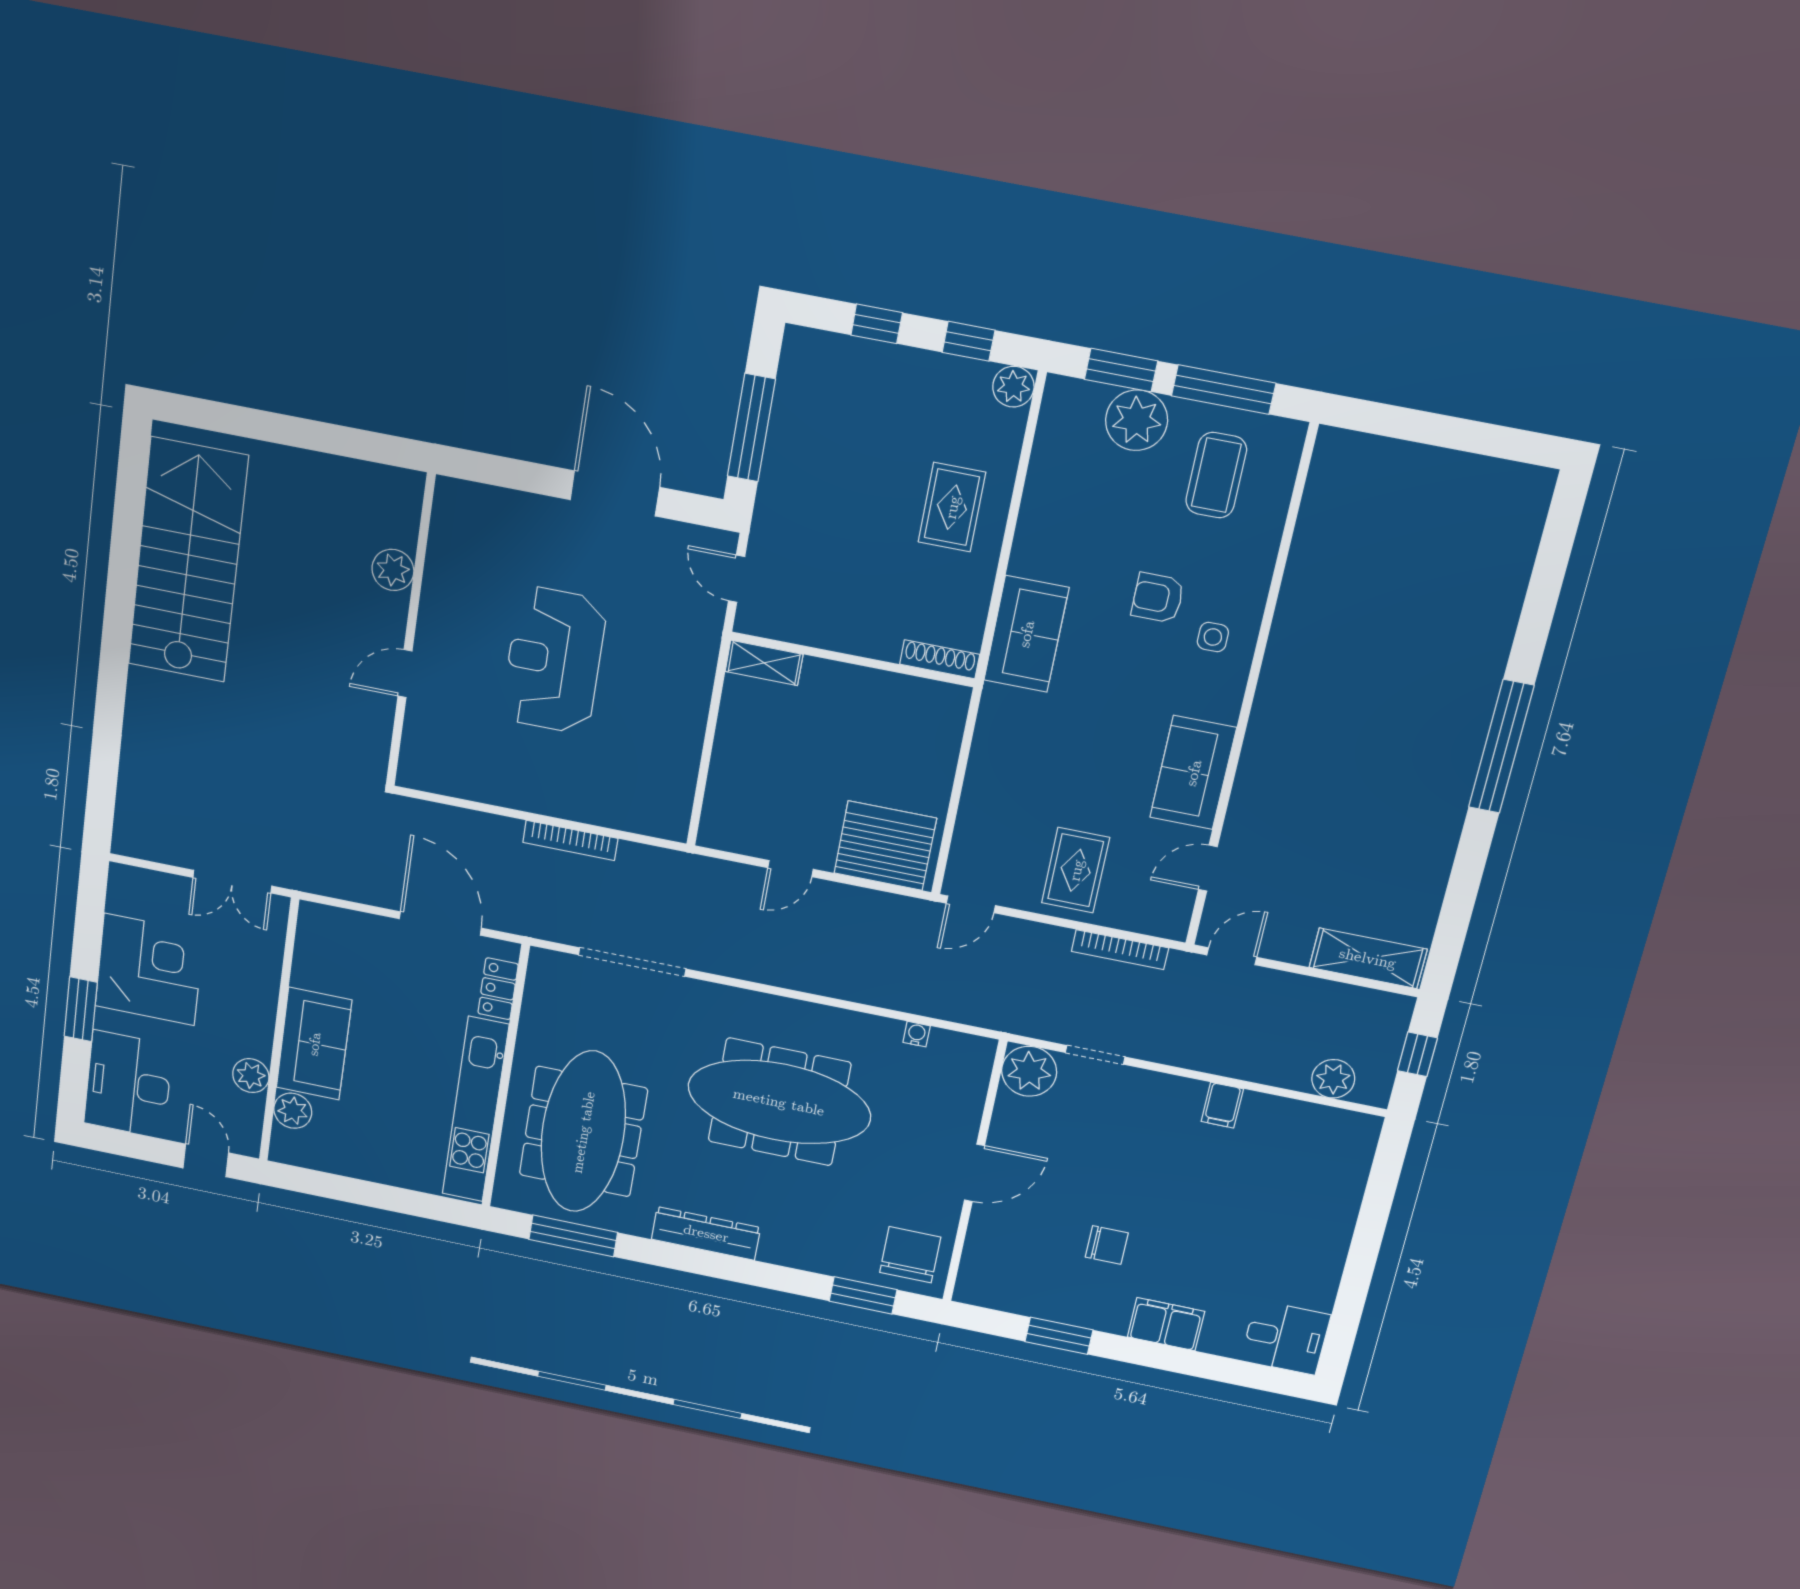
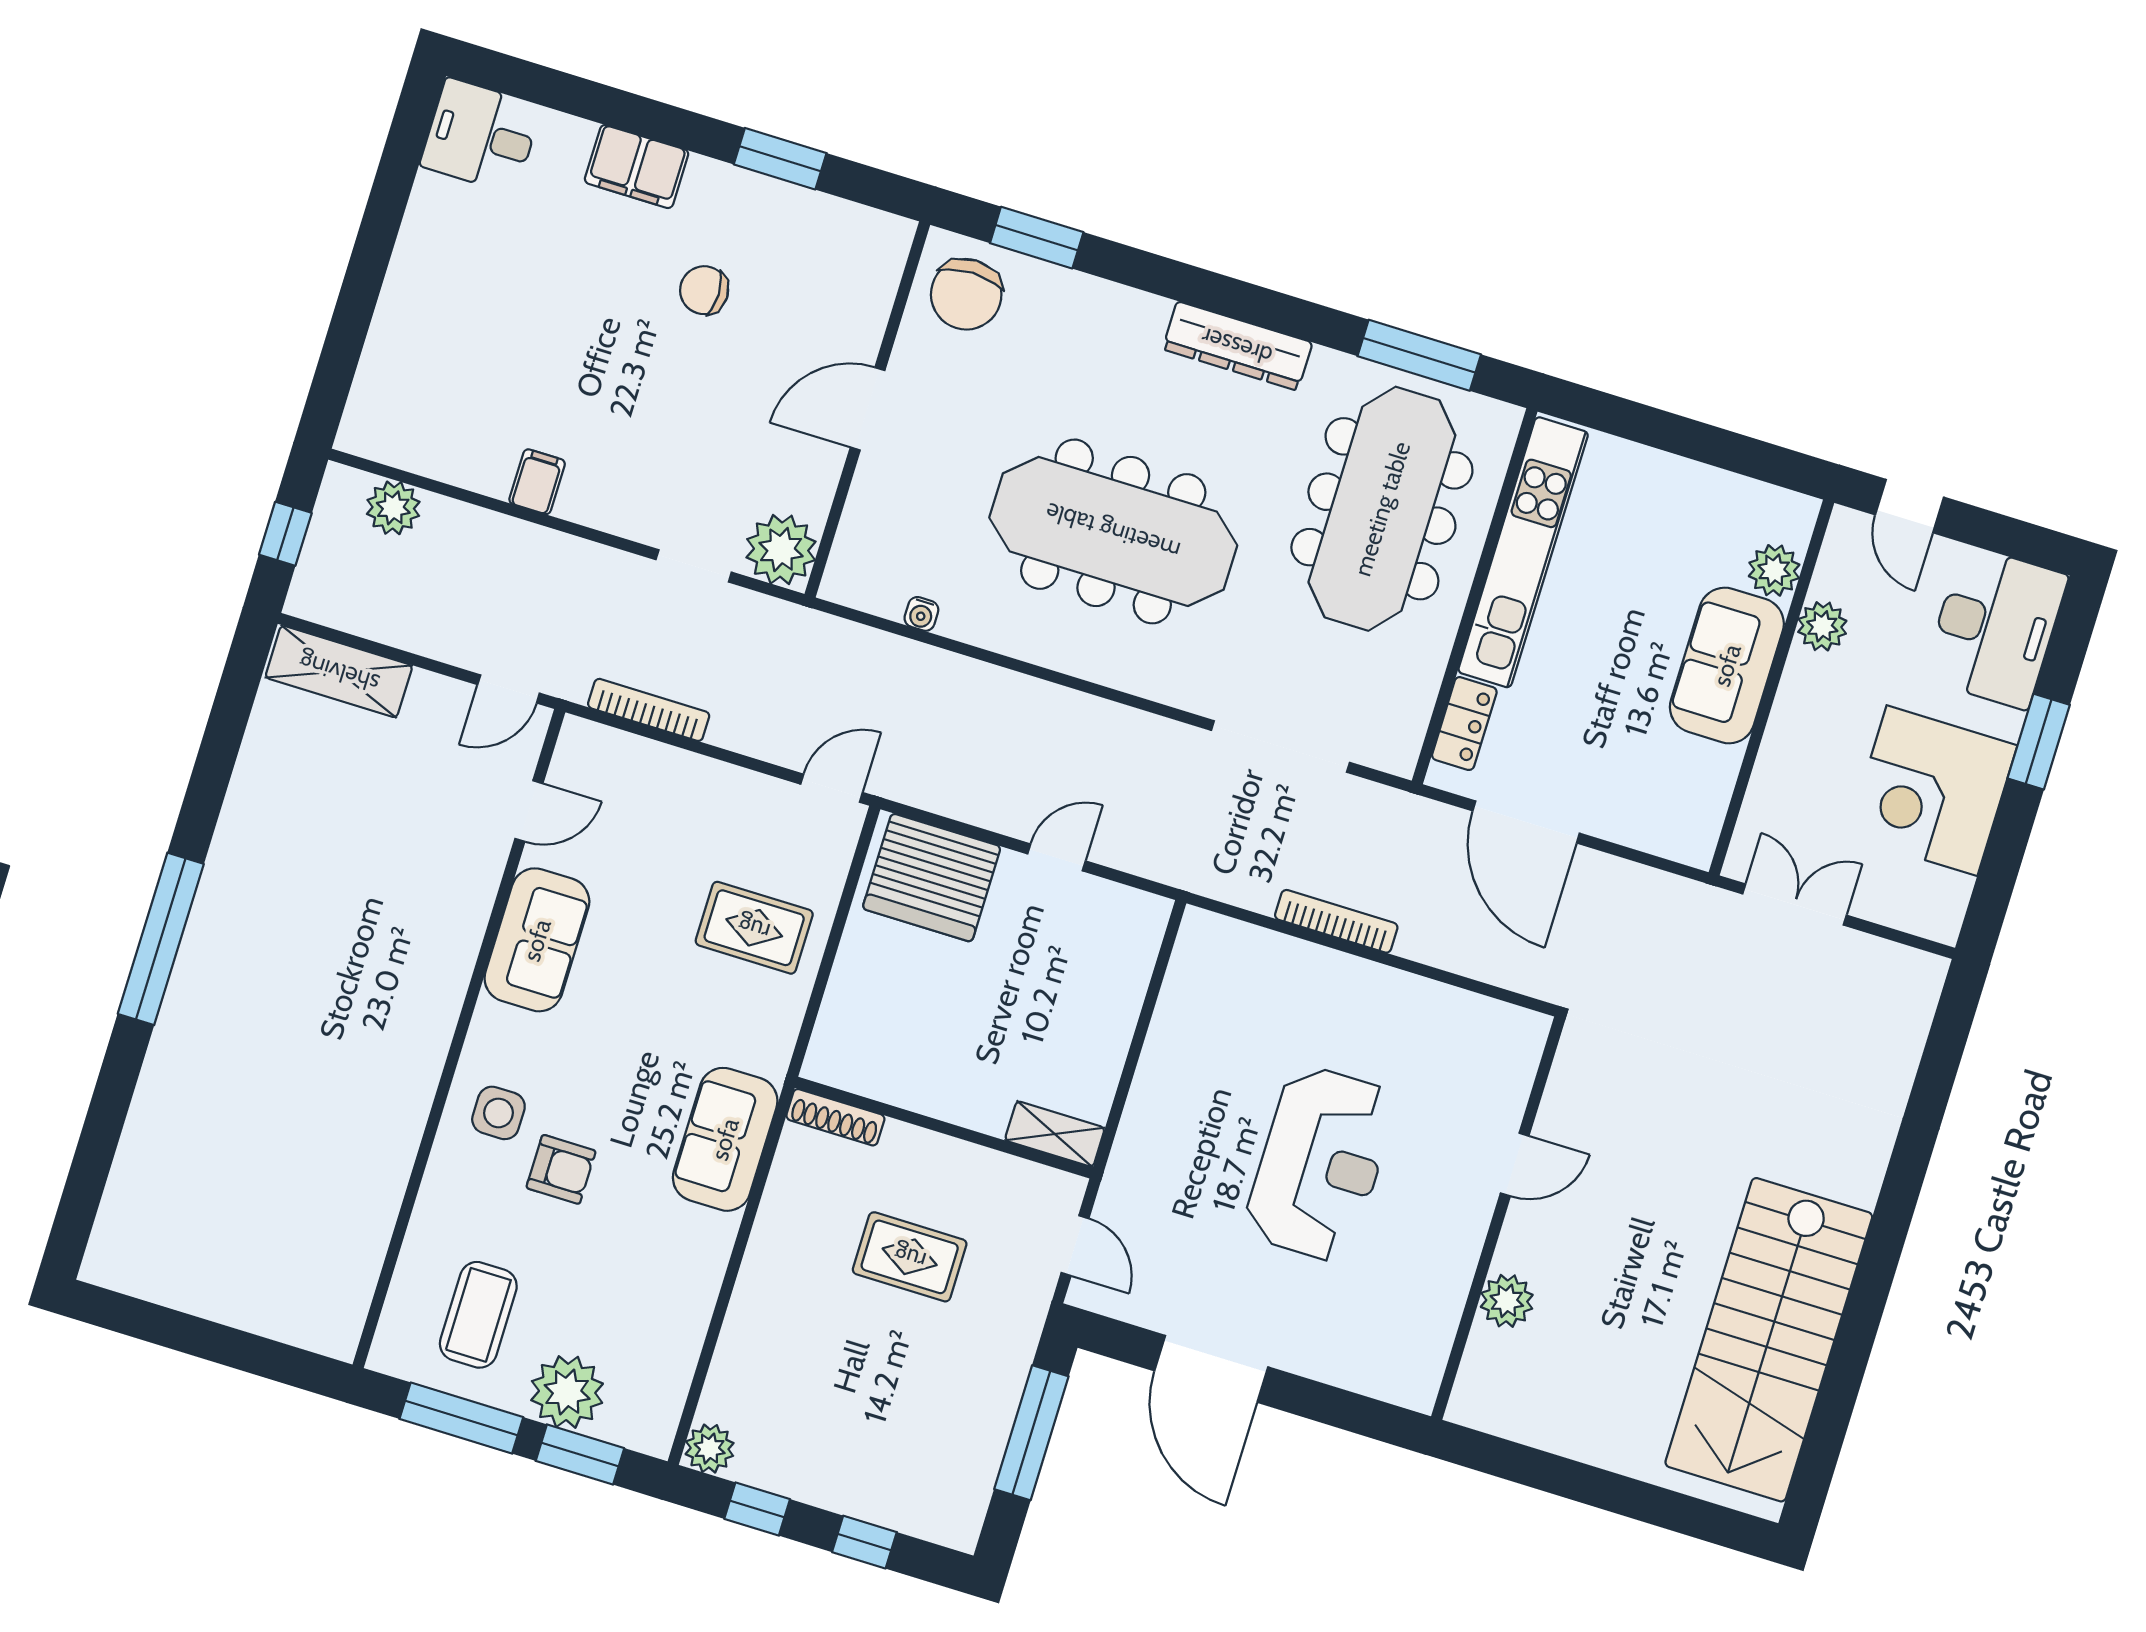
rug: (952, 507) -> (910, 1257), moved, turned 90
side table: (1213, 637) -> (498, 1113), width x1.37, depth x1.37
rug: (1076, 870) -> (754, 928), moved, turned 90

